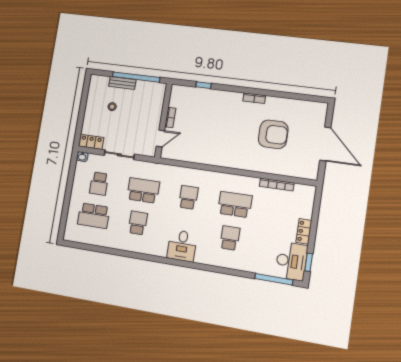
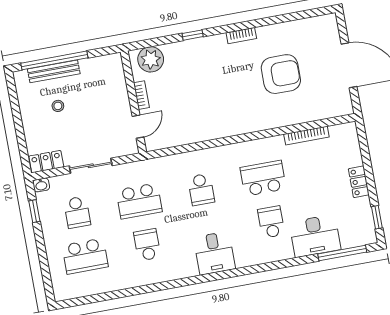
window: (136, 77) -> (54, 60), moved
bench: (122, 83) -> (54, 71), width x1.36
window: (203, 85) -> (193, 35), moved
plant: (185, 95) -> (151, 59), added
window: (71, 173) -> (34, 211), added
school desk: (143, 190) -> (139, 201), turned 180
school desk: (188, 197) -> (201, 190), turned 180
desk: (291, 261) -> (315, 236), moved, turned 90

